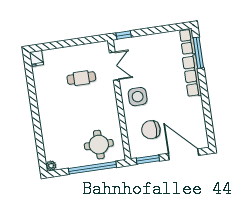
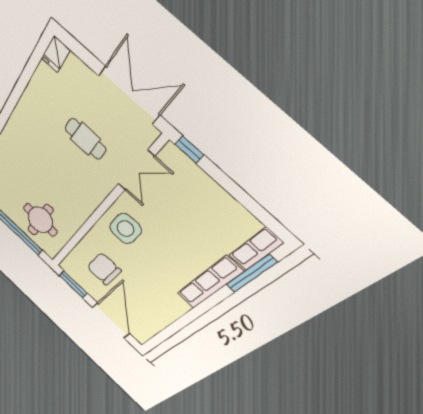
double door: (81, 41) -> (129, 95), added

